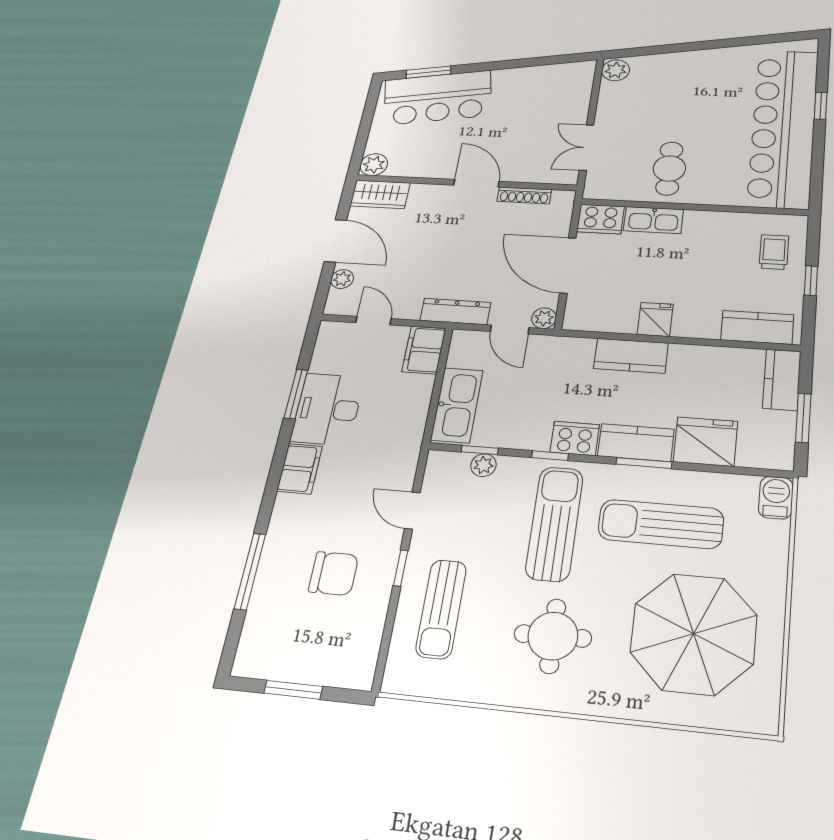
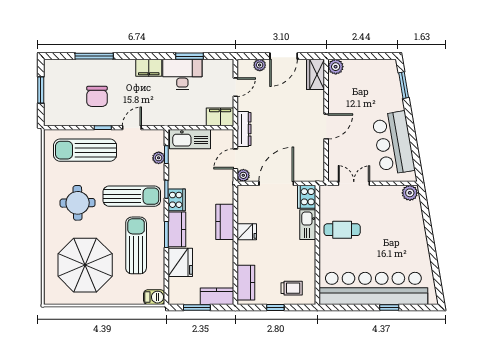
bar counter: (438, 98) -> (393, 143), moved
shoe rack: (524, 195) -> (320, 154), removed
sun lounger: (441, 609) -> (85, 150), width x1.36, depth x1.34

